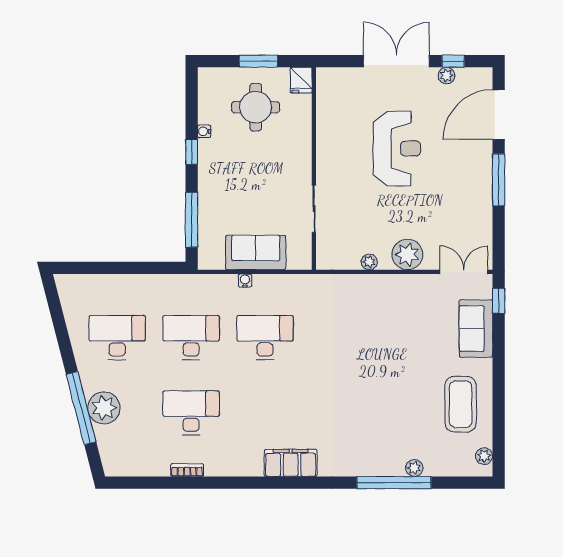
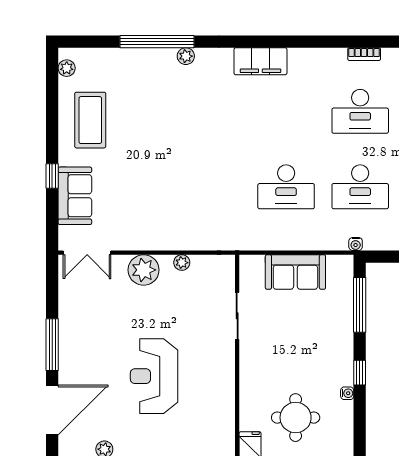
water cooler: (245, 280) -> (356, 244), moved
window: (499, 301) -> (52, 176), moved
plant: (414, 468) -> (186, 56), moved

